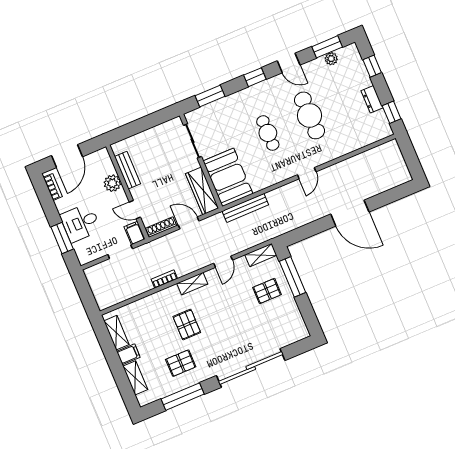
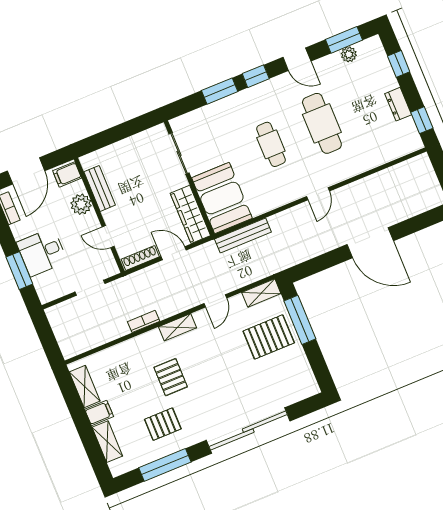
window: (210, 96) -> (220, 91), moved
filing cabinet: (135, 233) -> (67, 174), moved, turned -90
pallet: (267, 291) -> (269, 337), width x1.50, depth x1.42

